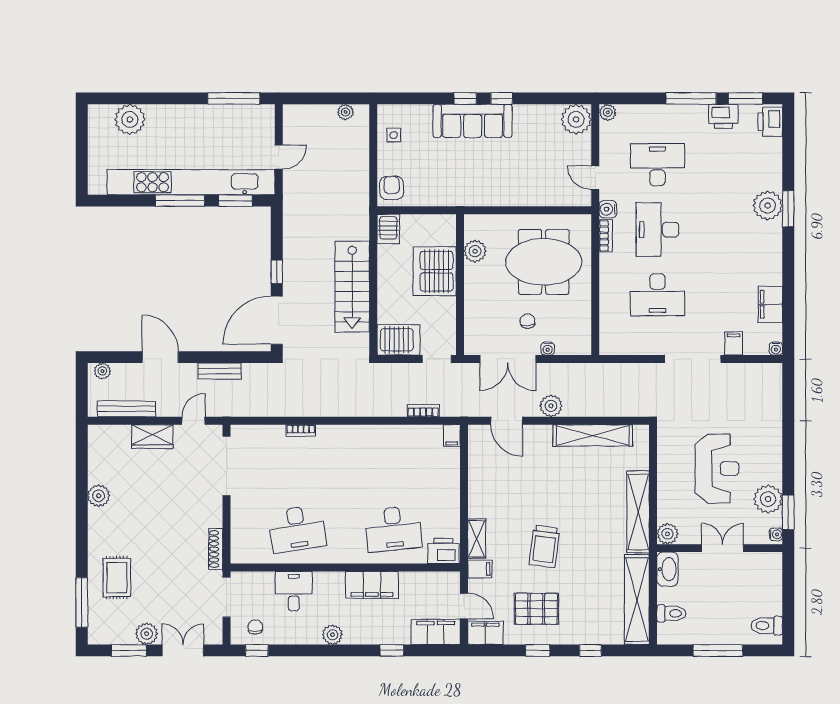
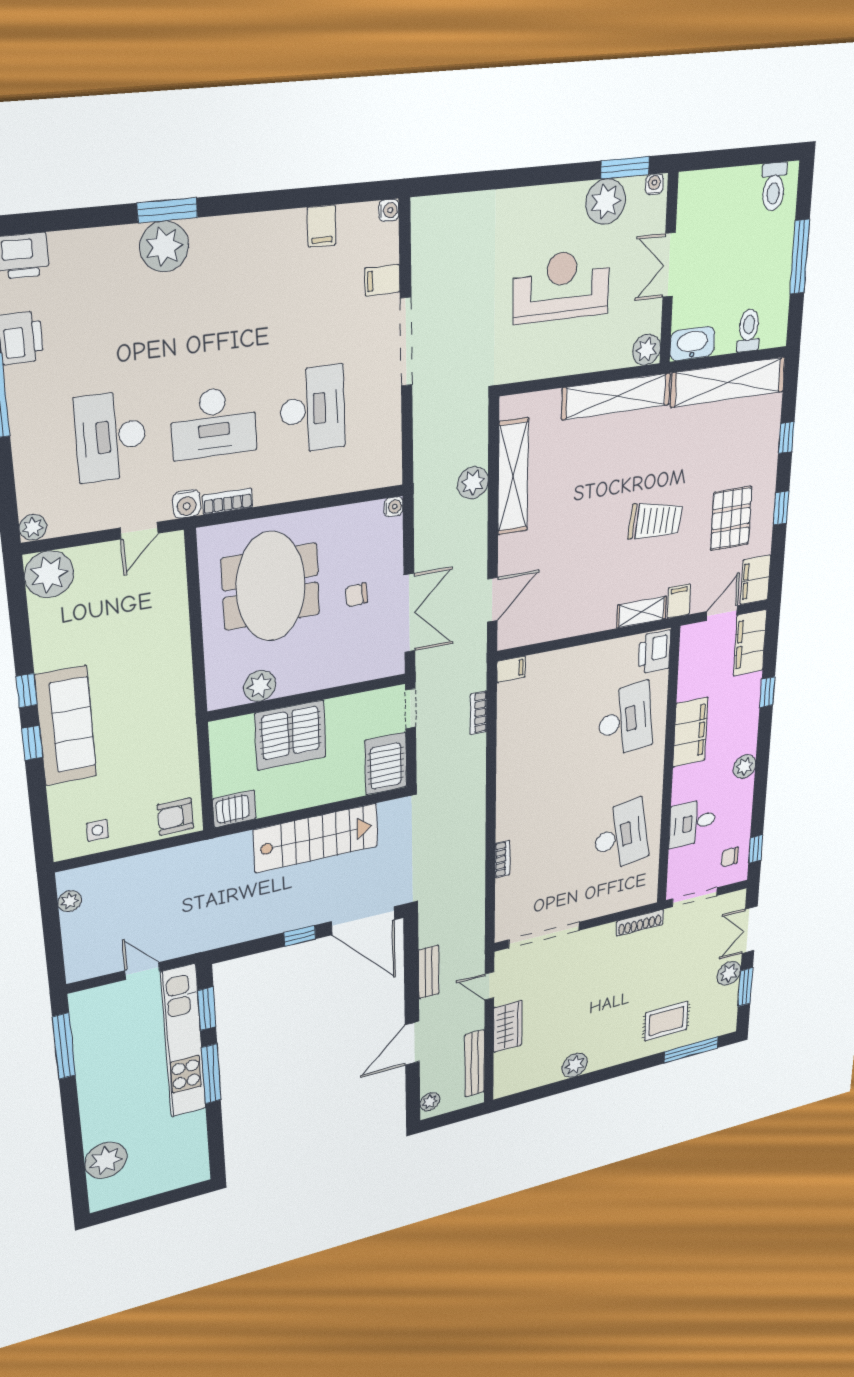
kitchen unit: (191, 182) -> (183, 1041), width x0.73
filing cabinet: (770, 304) -> (322, 226), width x0.50
water cooler: (548, 349) -> (393, 507), moved
plant: (551, 406) -> (473, 483), moved

